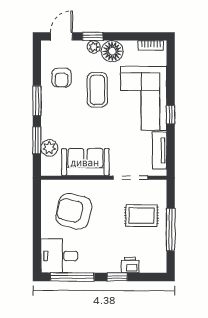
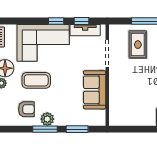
window: (171, 146) -> (82, 21), added
plant: (49, 148) -> (47, 119), moved
armchair: (74, 211) -> (134, 99), removed

